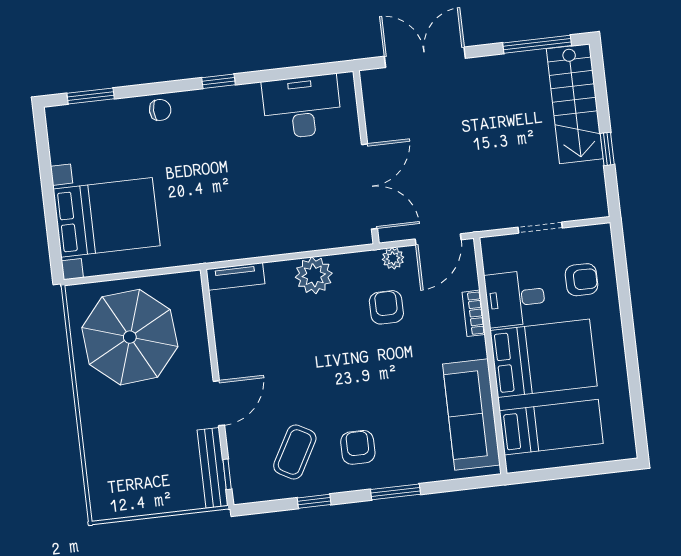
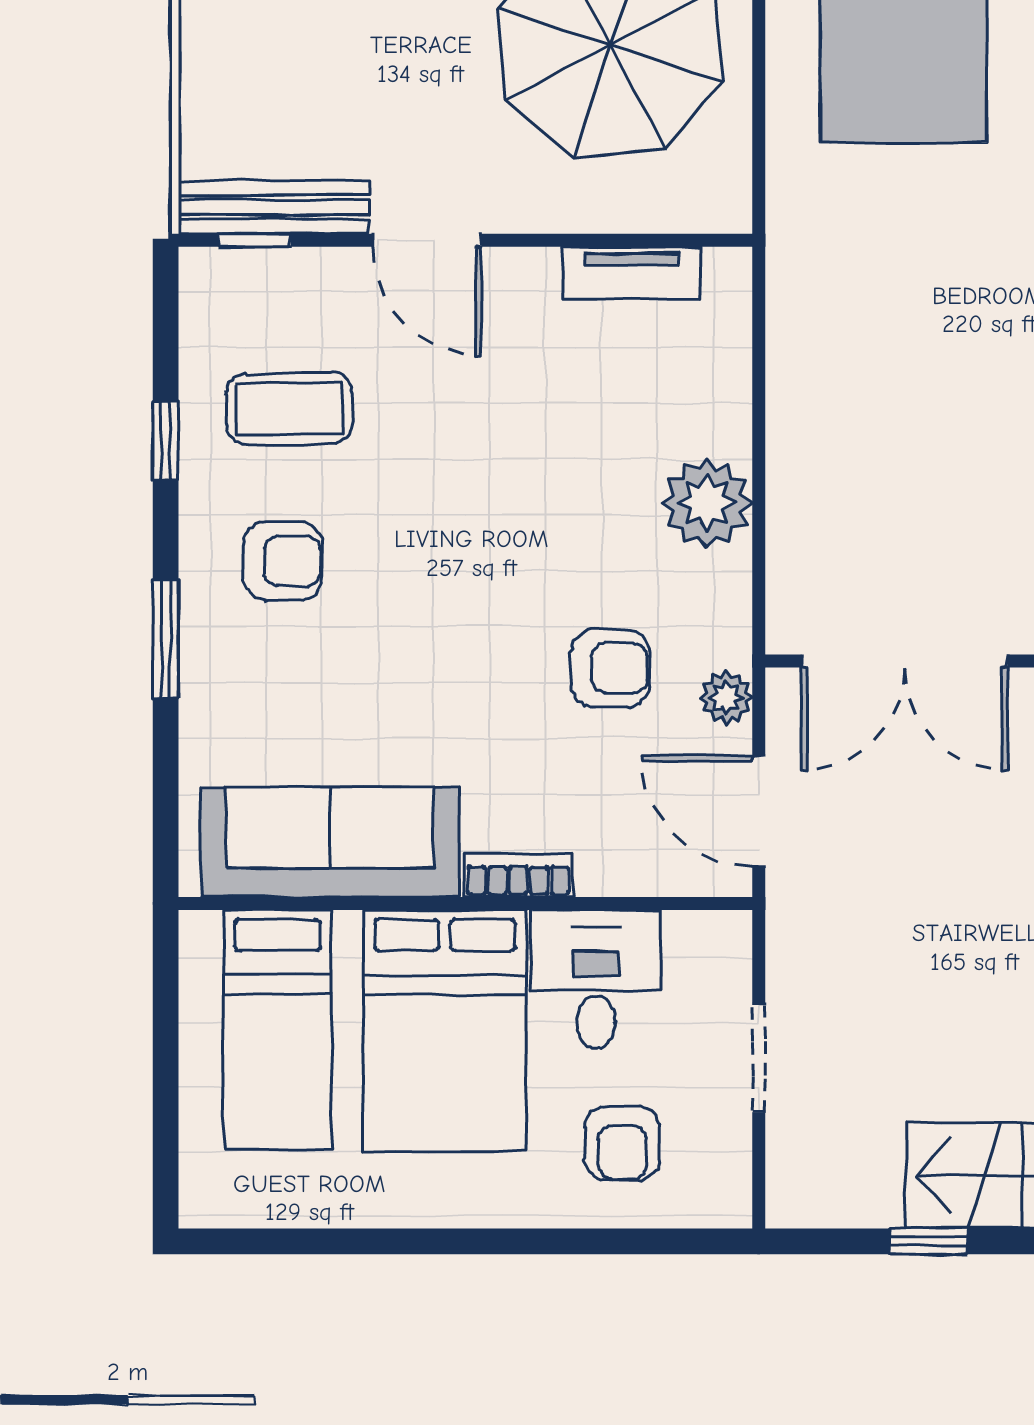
tv unit: (235, 276) -> (632, 273), moved, turned -90
bookcase: (474, 313) -> (518, 875), moved
coffee table: (295, 452) -> (289, 409), turned -30

